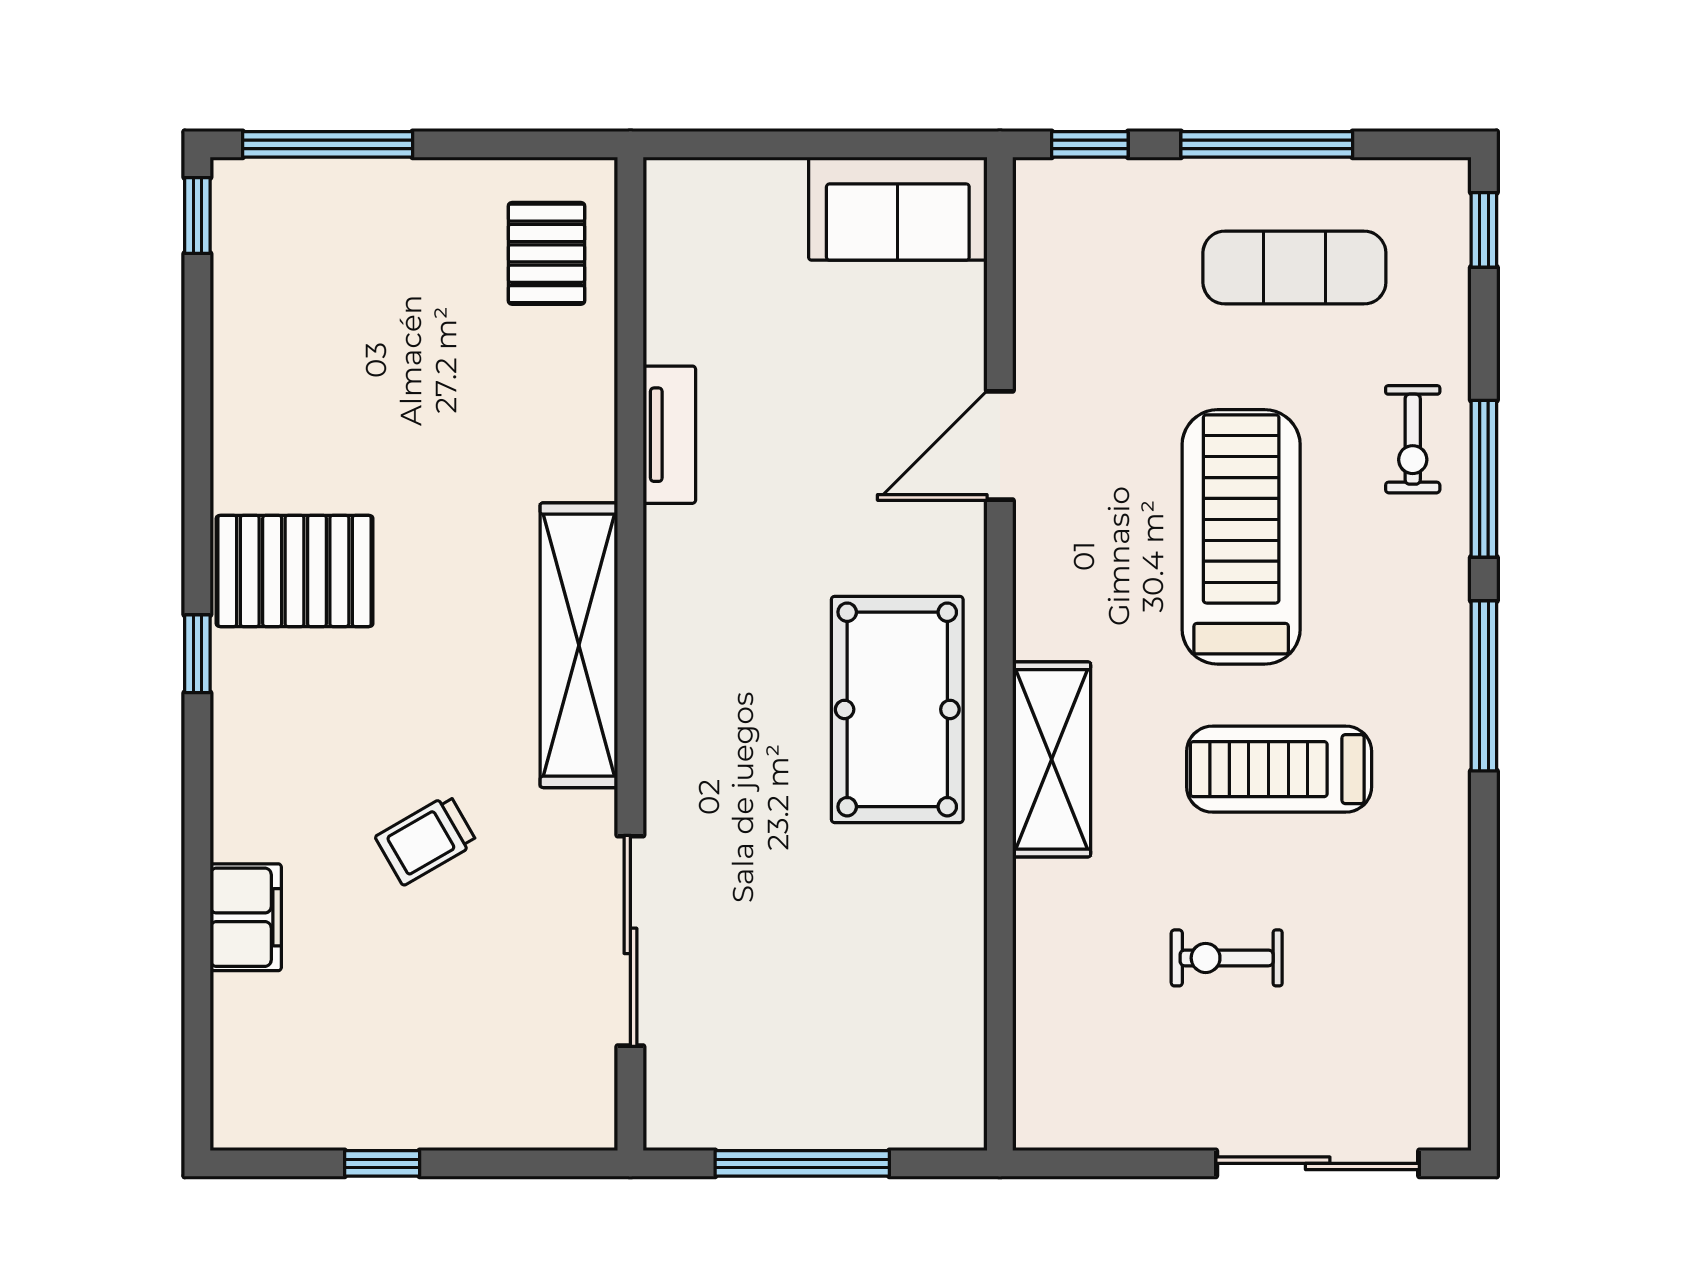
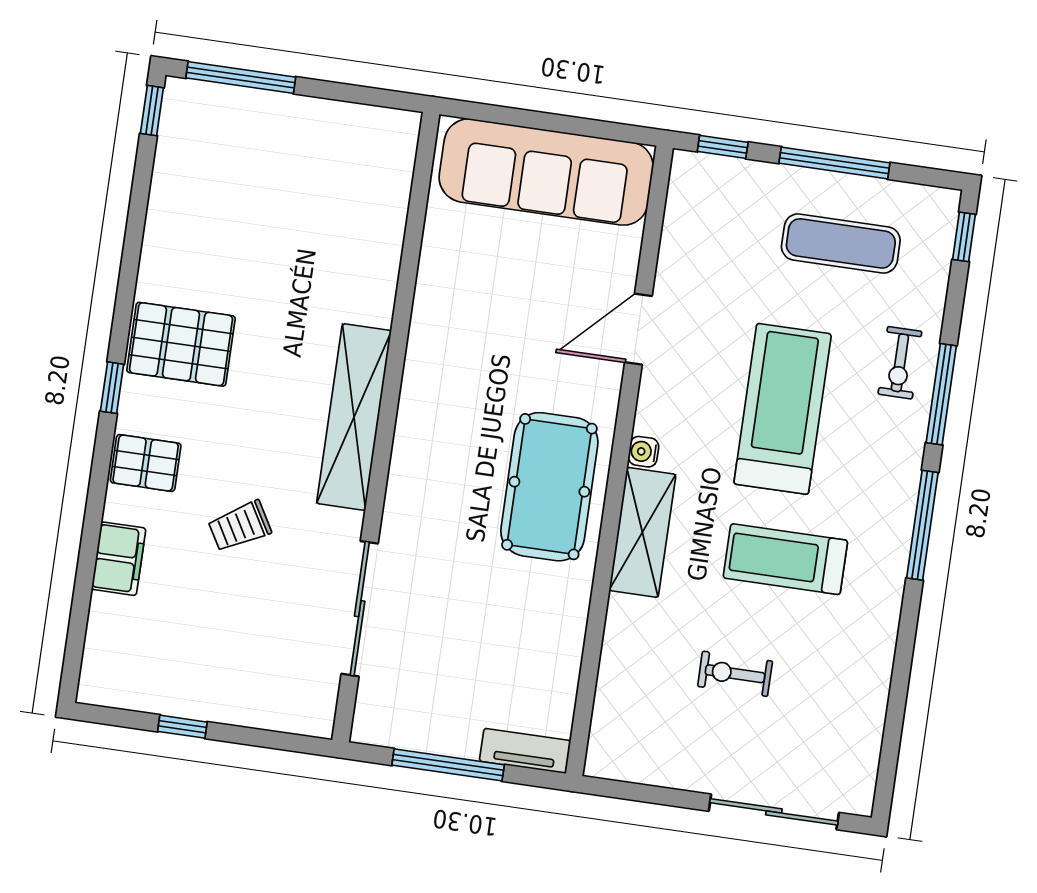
sofa: (898, 209) -> (546, 172), width x1.85, depth x1.27
pallet: (546, 253) -> (146, 463), moved, turned 90
tv unit: (669, 435) -> (525, 751), moved, turned -90
water cooler: (1035, 634) -> (643, 452), added

